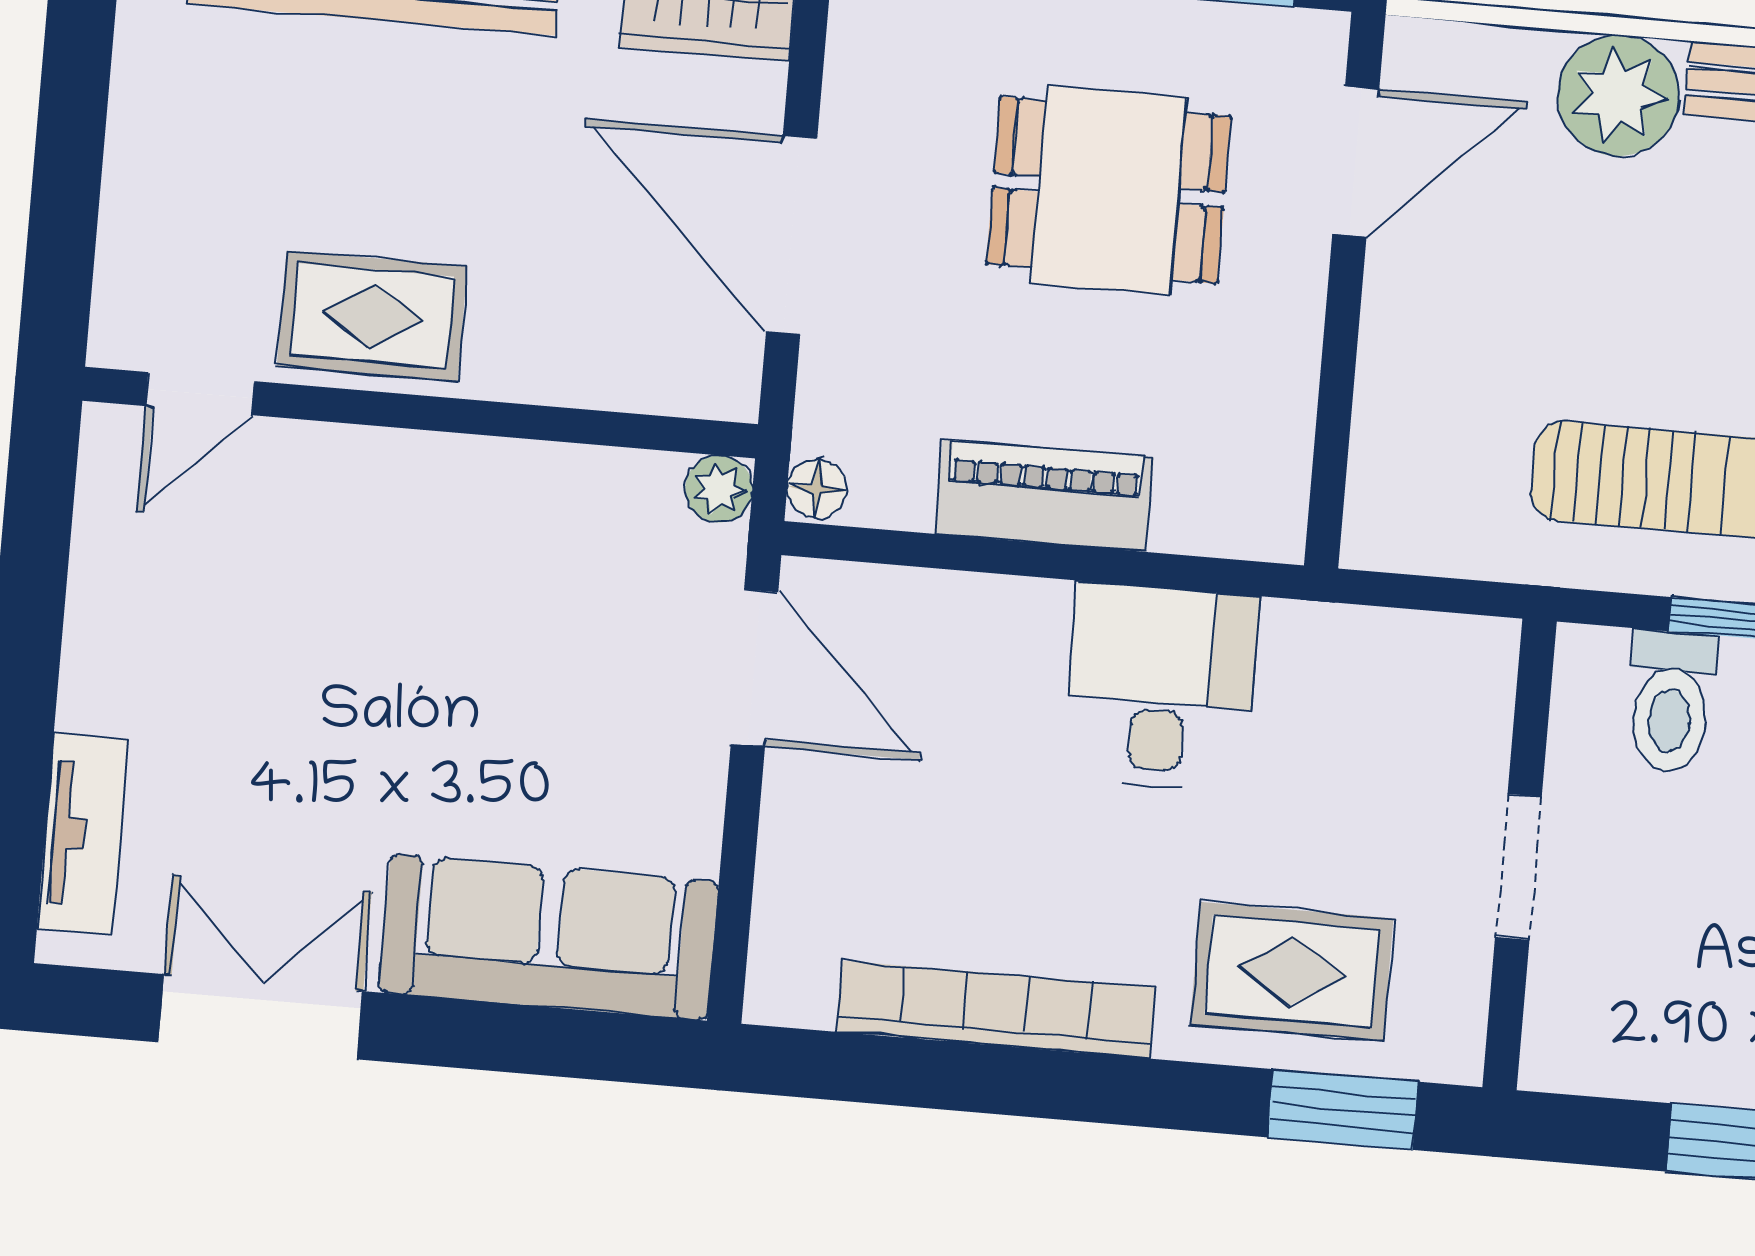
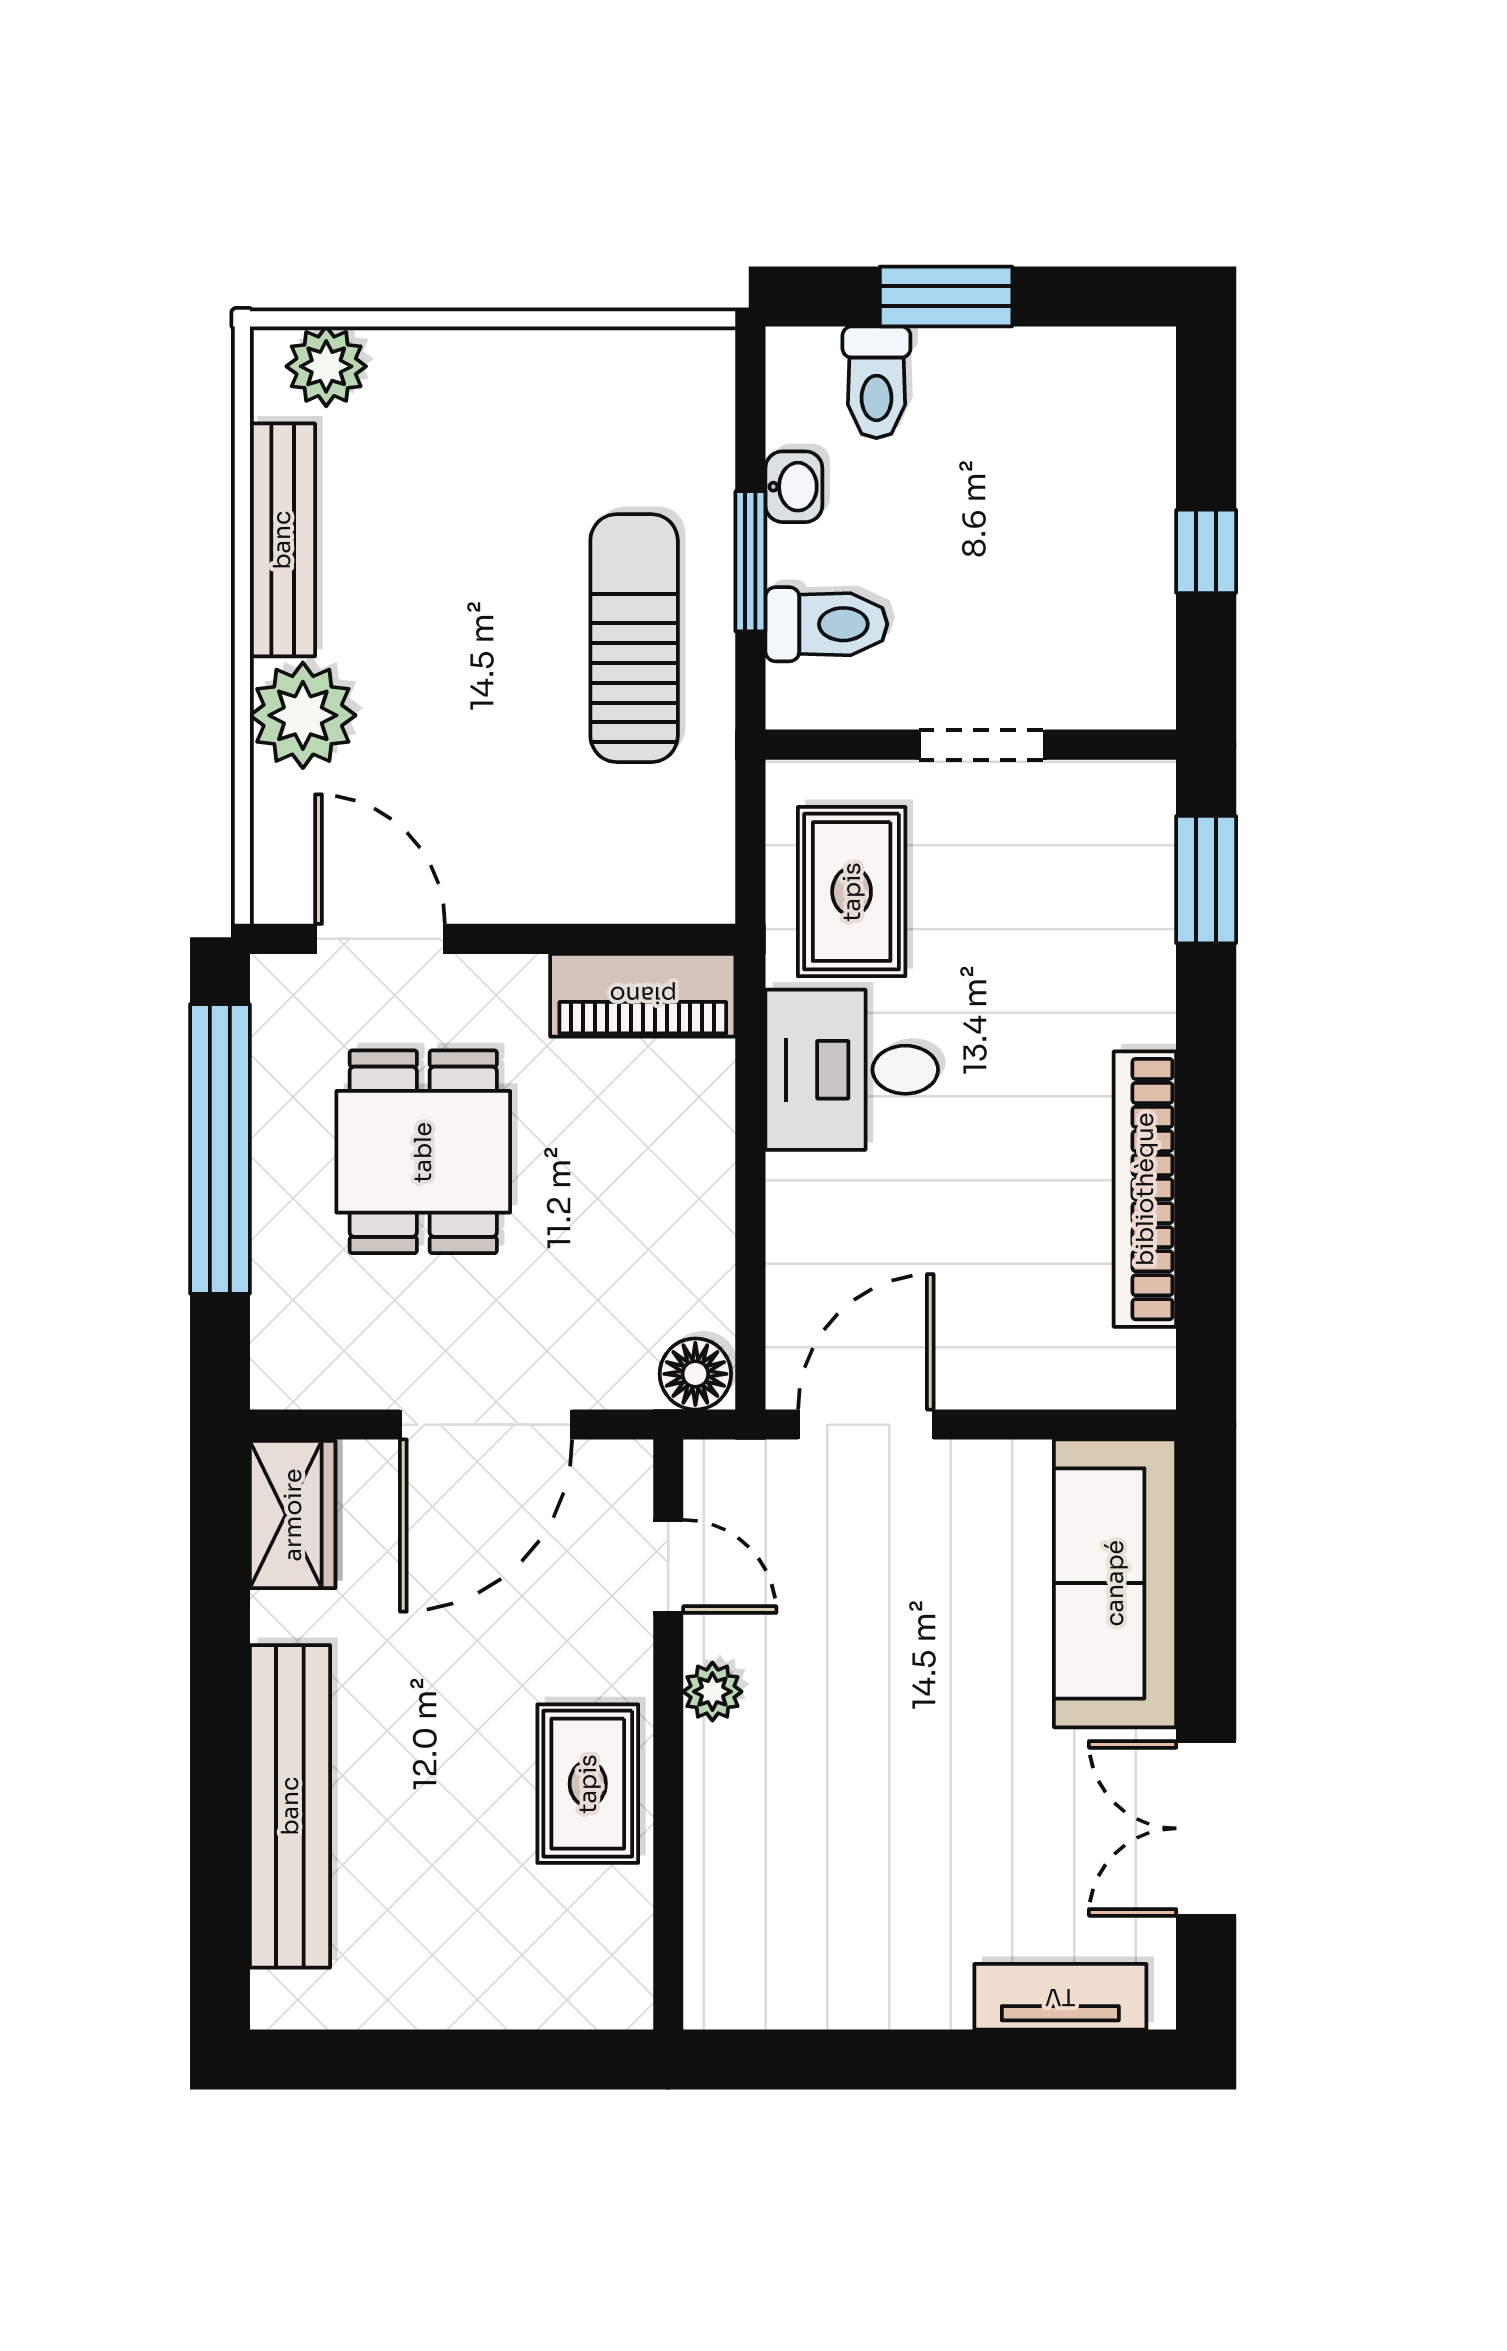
door: (200, 394) -> (668, 1566), moved
plant: (719, 489) -> (712, 1692), moved
floor lamp: (817, 489) -> (695, 1374), width x1.37, depth x1.37
piano: (1044, 496) -> (643, 995), moved, turned -90
rug: (1292, 971) -> (852, 892), moved

